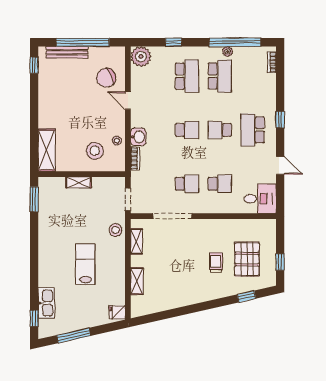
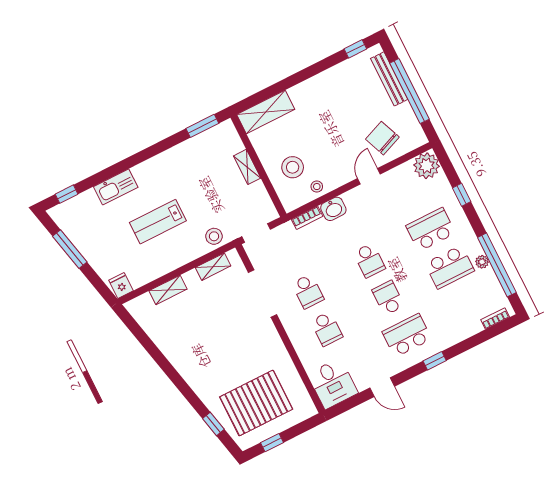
school desk: (187, 76) -> (431, 229), turned 180
door: (280, 165) -> (382, 387), hinge flipped
pallet: (247, 259) -> (256, 403), width x1.37, depth x1.41
trolley: (216, 263) -> (235, 370), removed
lab bench: (85, 264) -> (158, 222), turned 180
kitchen sink: (46, 303) -> (116, 187), moved

